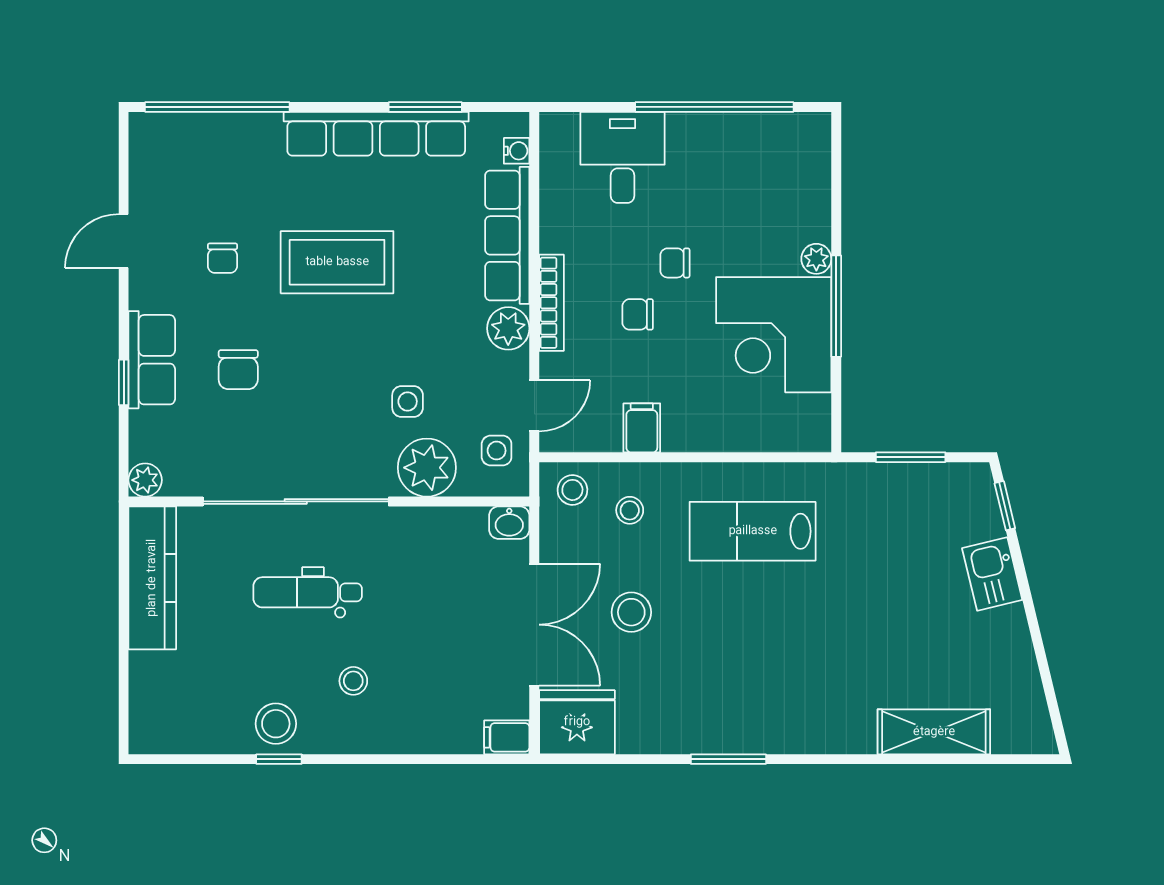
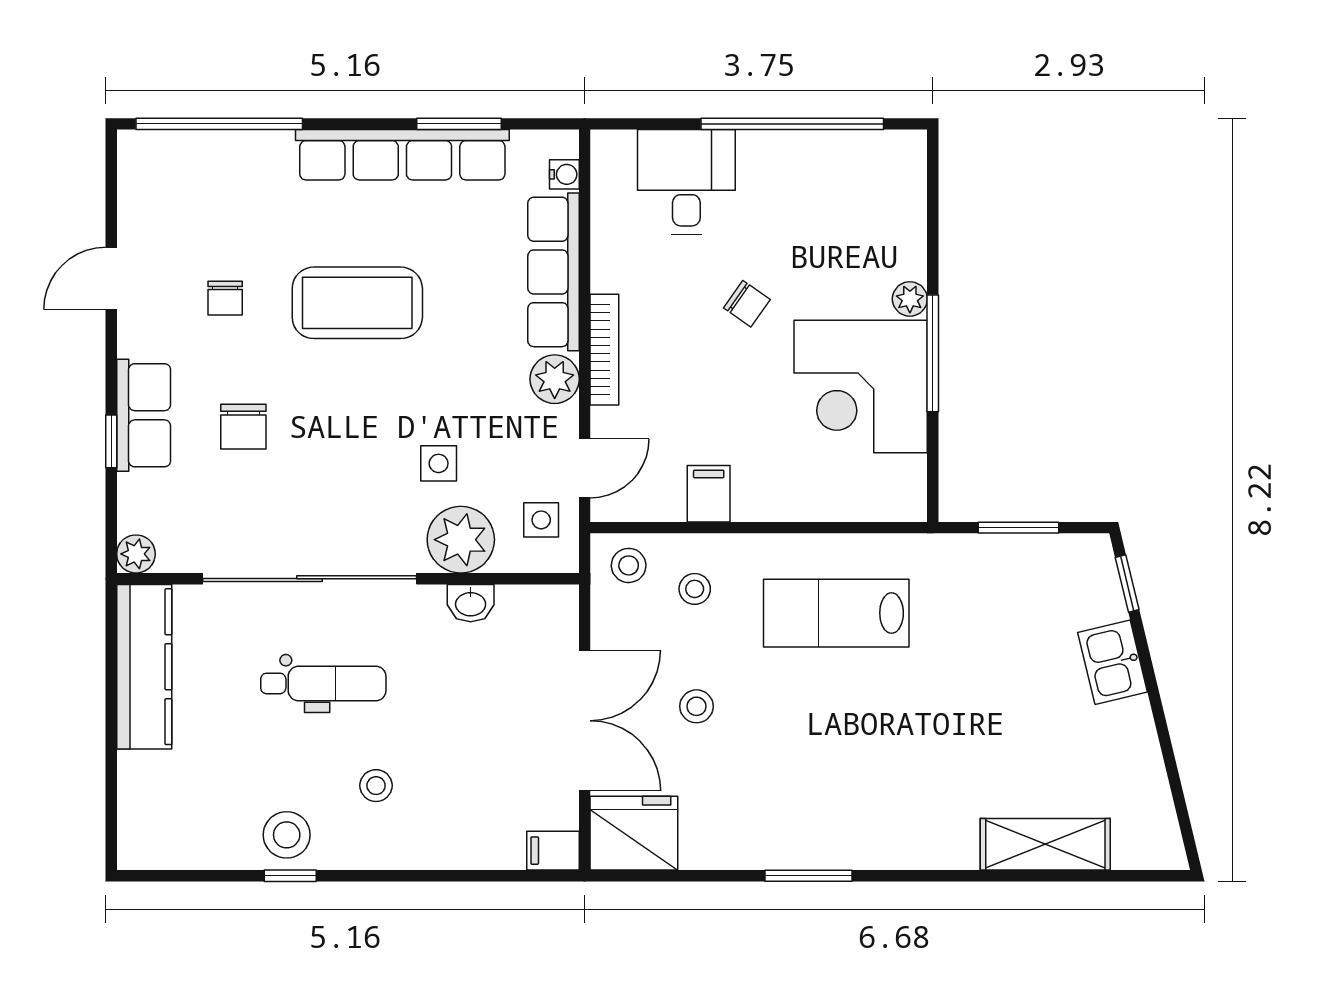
chair: (675, 263) -> (747, 304), turned -145
chair: (638, 314) -> (704, 363), removed
washbasin: (509, 523) -> (471, 603), moved
dental chair: (308, 592) -> (323, 683), turned 180
stool: (631, 612) -> (697, 706), width x0.73, depth x0.73

